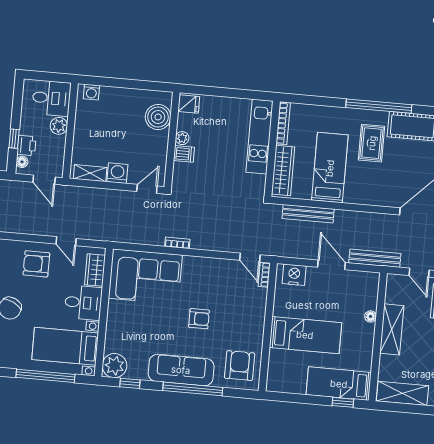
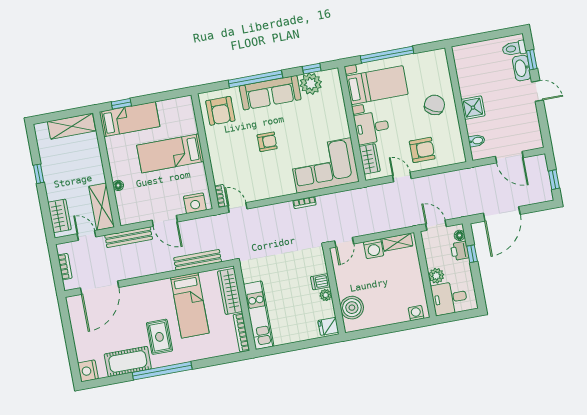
armchair: (199, 319) -> (267, 142), turned 180
shelving: (392, 329) -> (102, 207), moved
plant: (114, 366) -> (311, 84), moved

